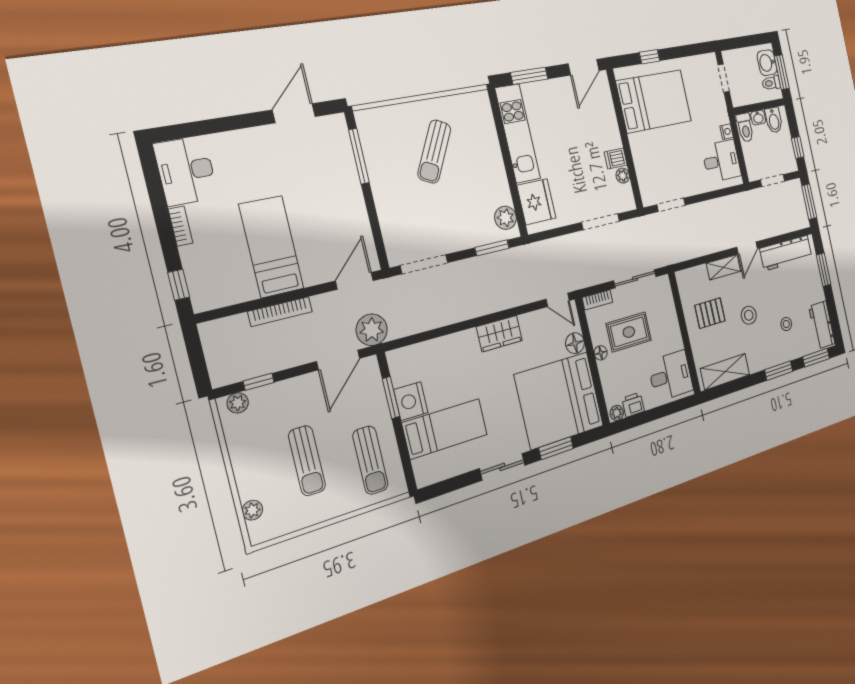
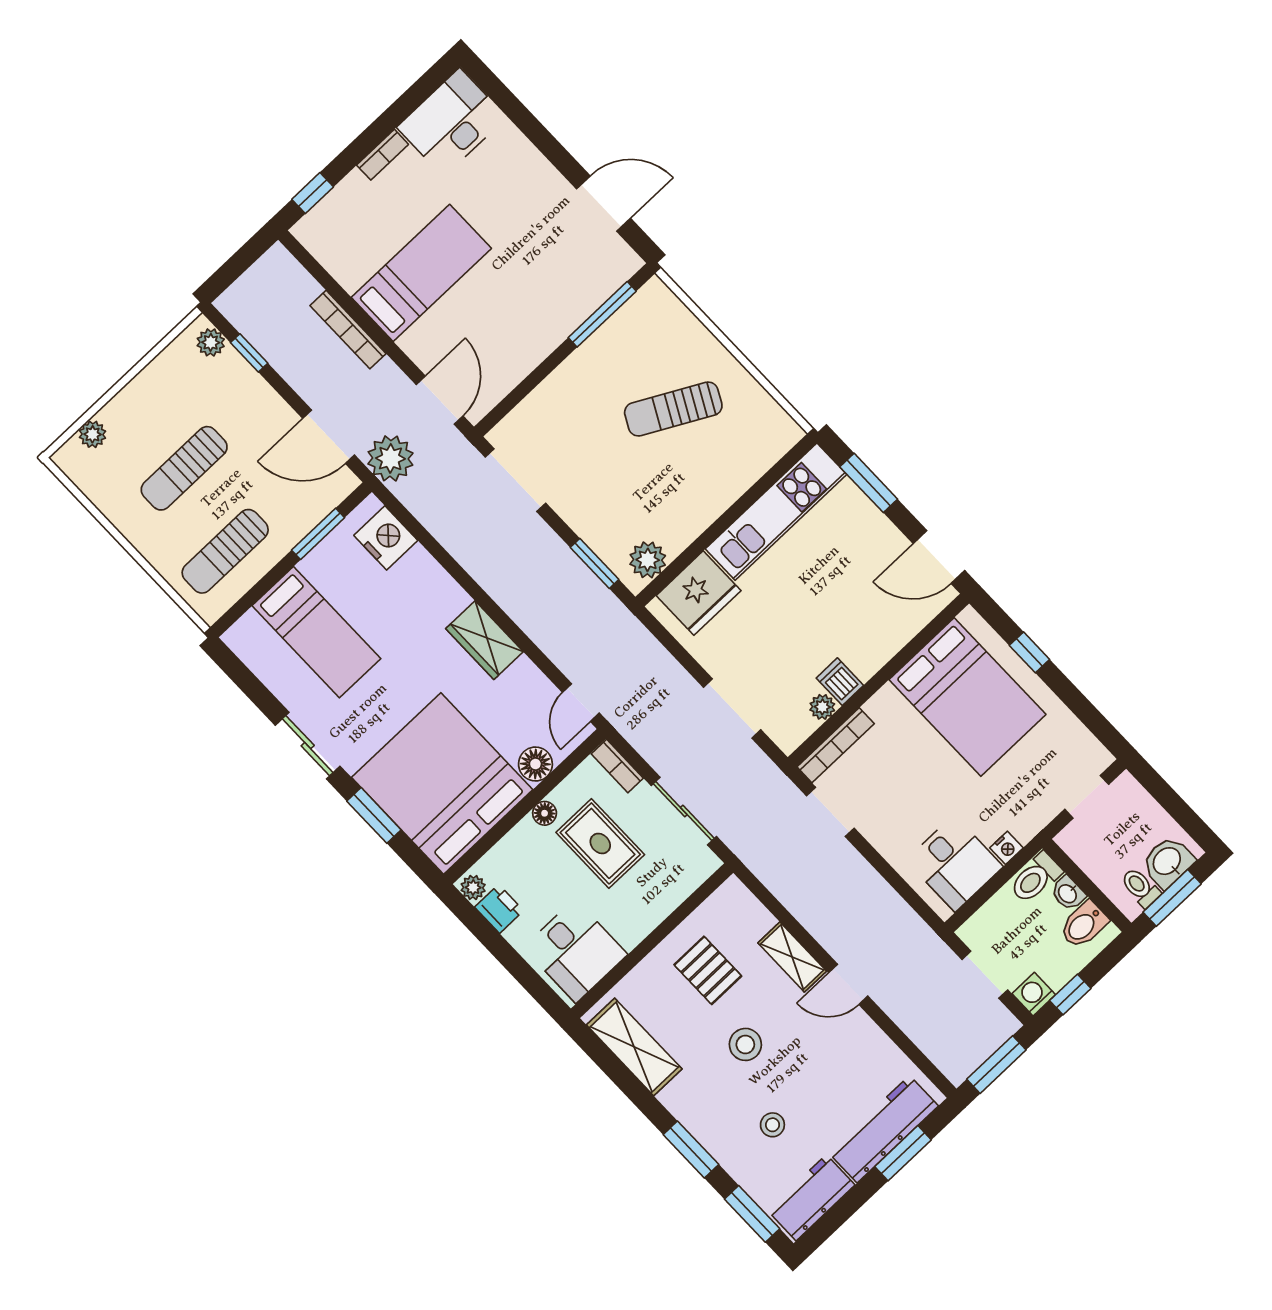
washing machine: (790, 164) -> (1034, 994), added
bookcase: (643, 181) -> (836, 745), added
workbench: (786, 253) -> (883, 1129), moved, turned 90
door: (354, 281) -> (440, 400), hinge flipped
nightstand: (411, 401) -> (386, 538), moved, turned 90

